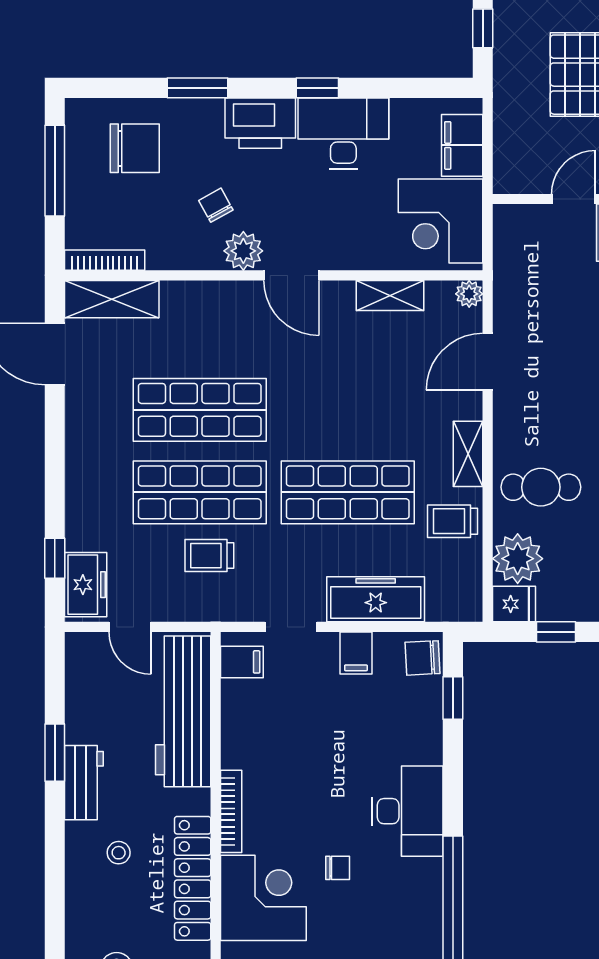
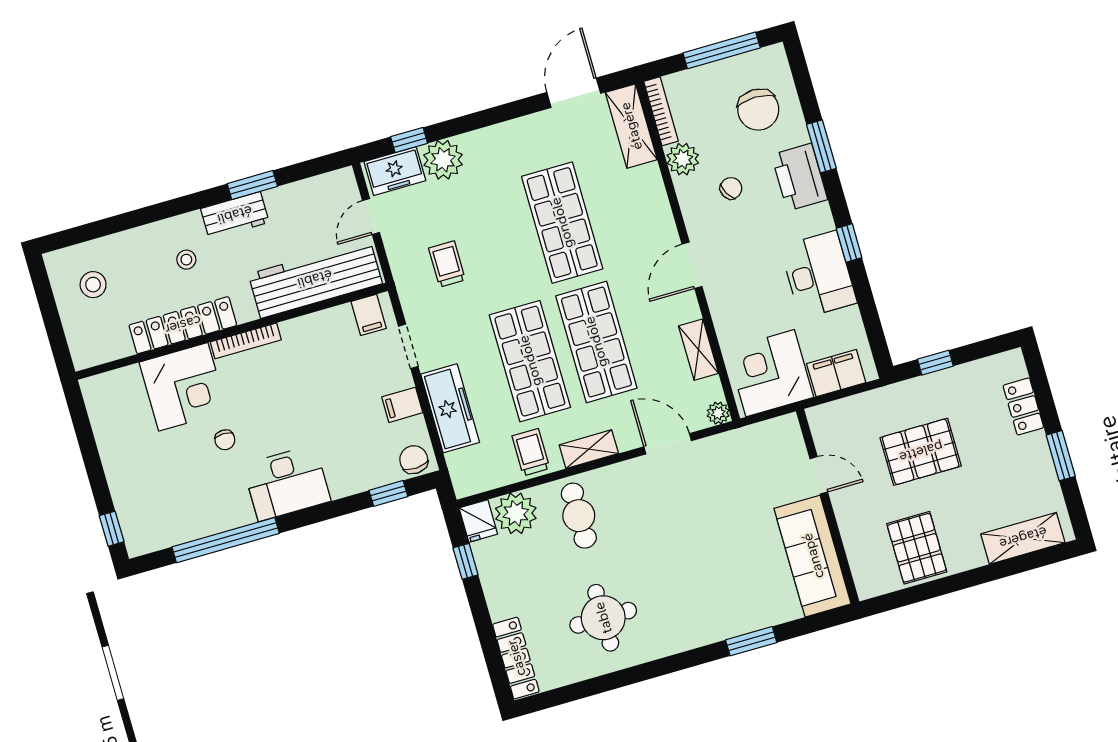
printer: (260, 123) -> (799, 177), moved
plant: (243, 251) -> (683, 159), moved
shop shelf: (200, 492) -> (596, 342), moved
plant: (89, 526) -> (443, 160), added

